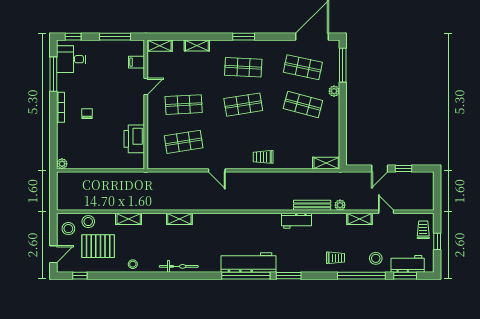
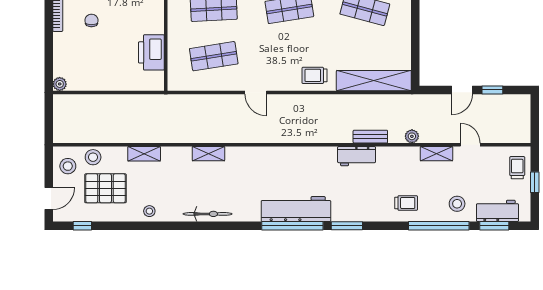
shelving: (326, 163) -> (374, 81), width x2.20, depth x1.33
bench: (312, 205) -> (370, 137), width x0.73

